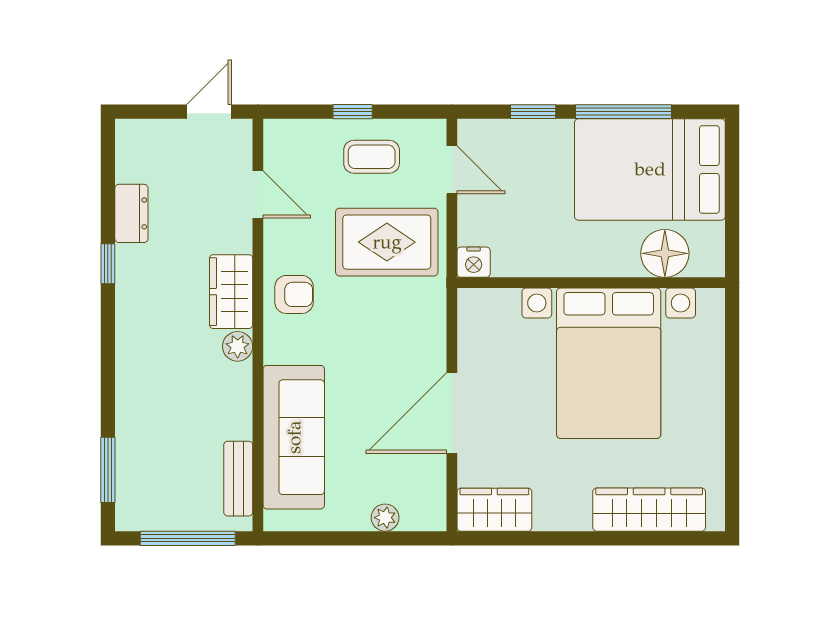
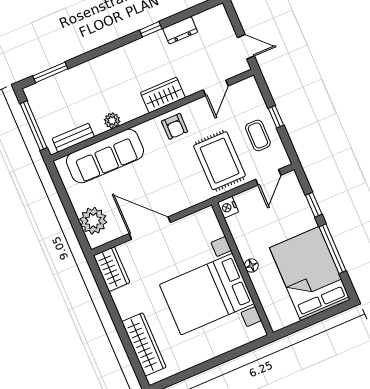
floor lamp: (665, 253) -> (251, 265), moved, width x0.53, depth x0.53
plant: (238, 346) -> (112, 121), moved
plant: (385, 518) -> (93, 221), width x1.88, depth x1.88

